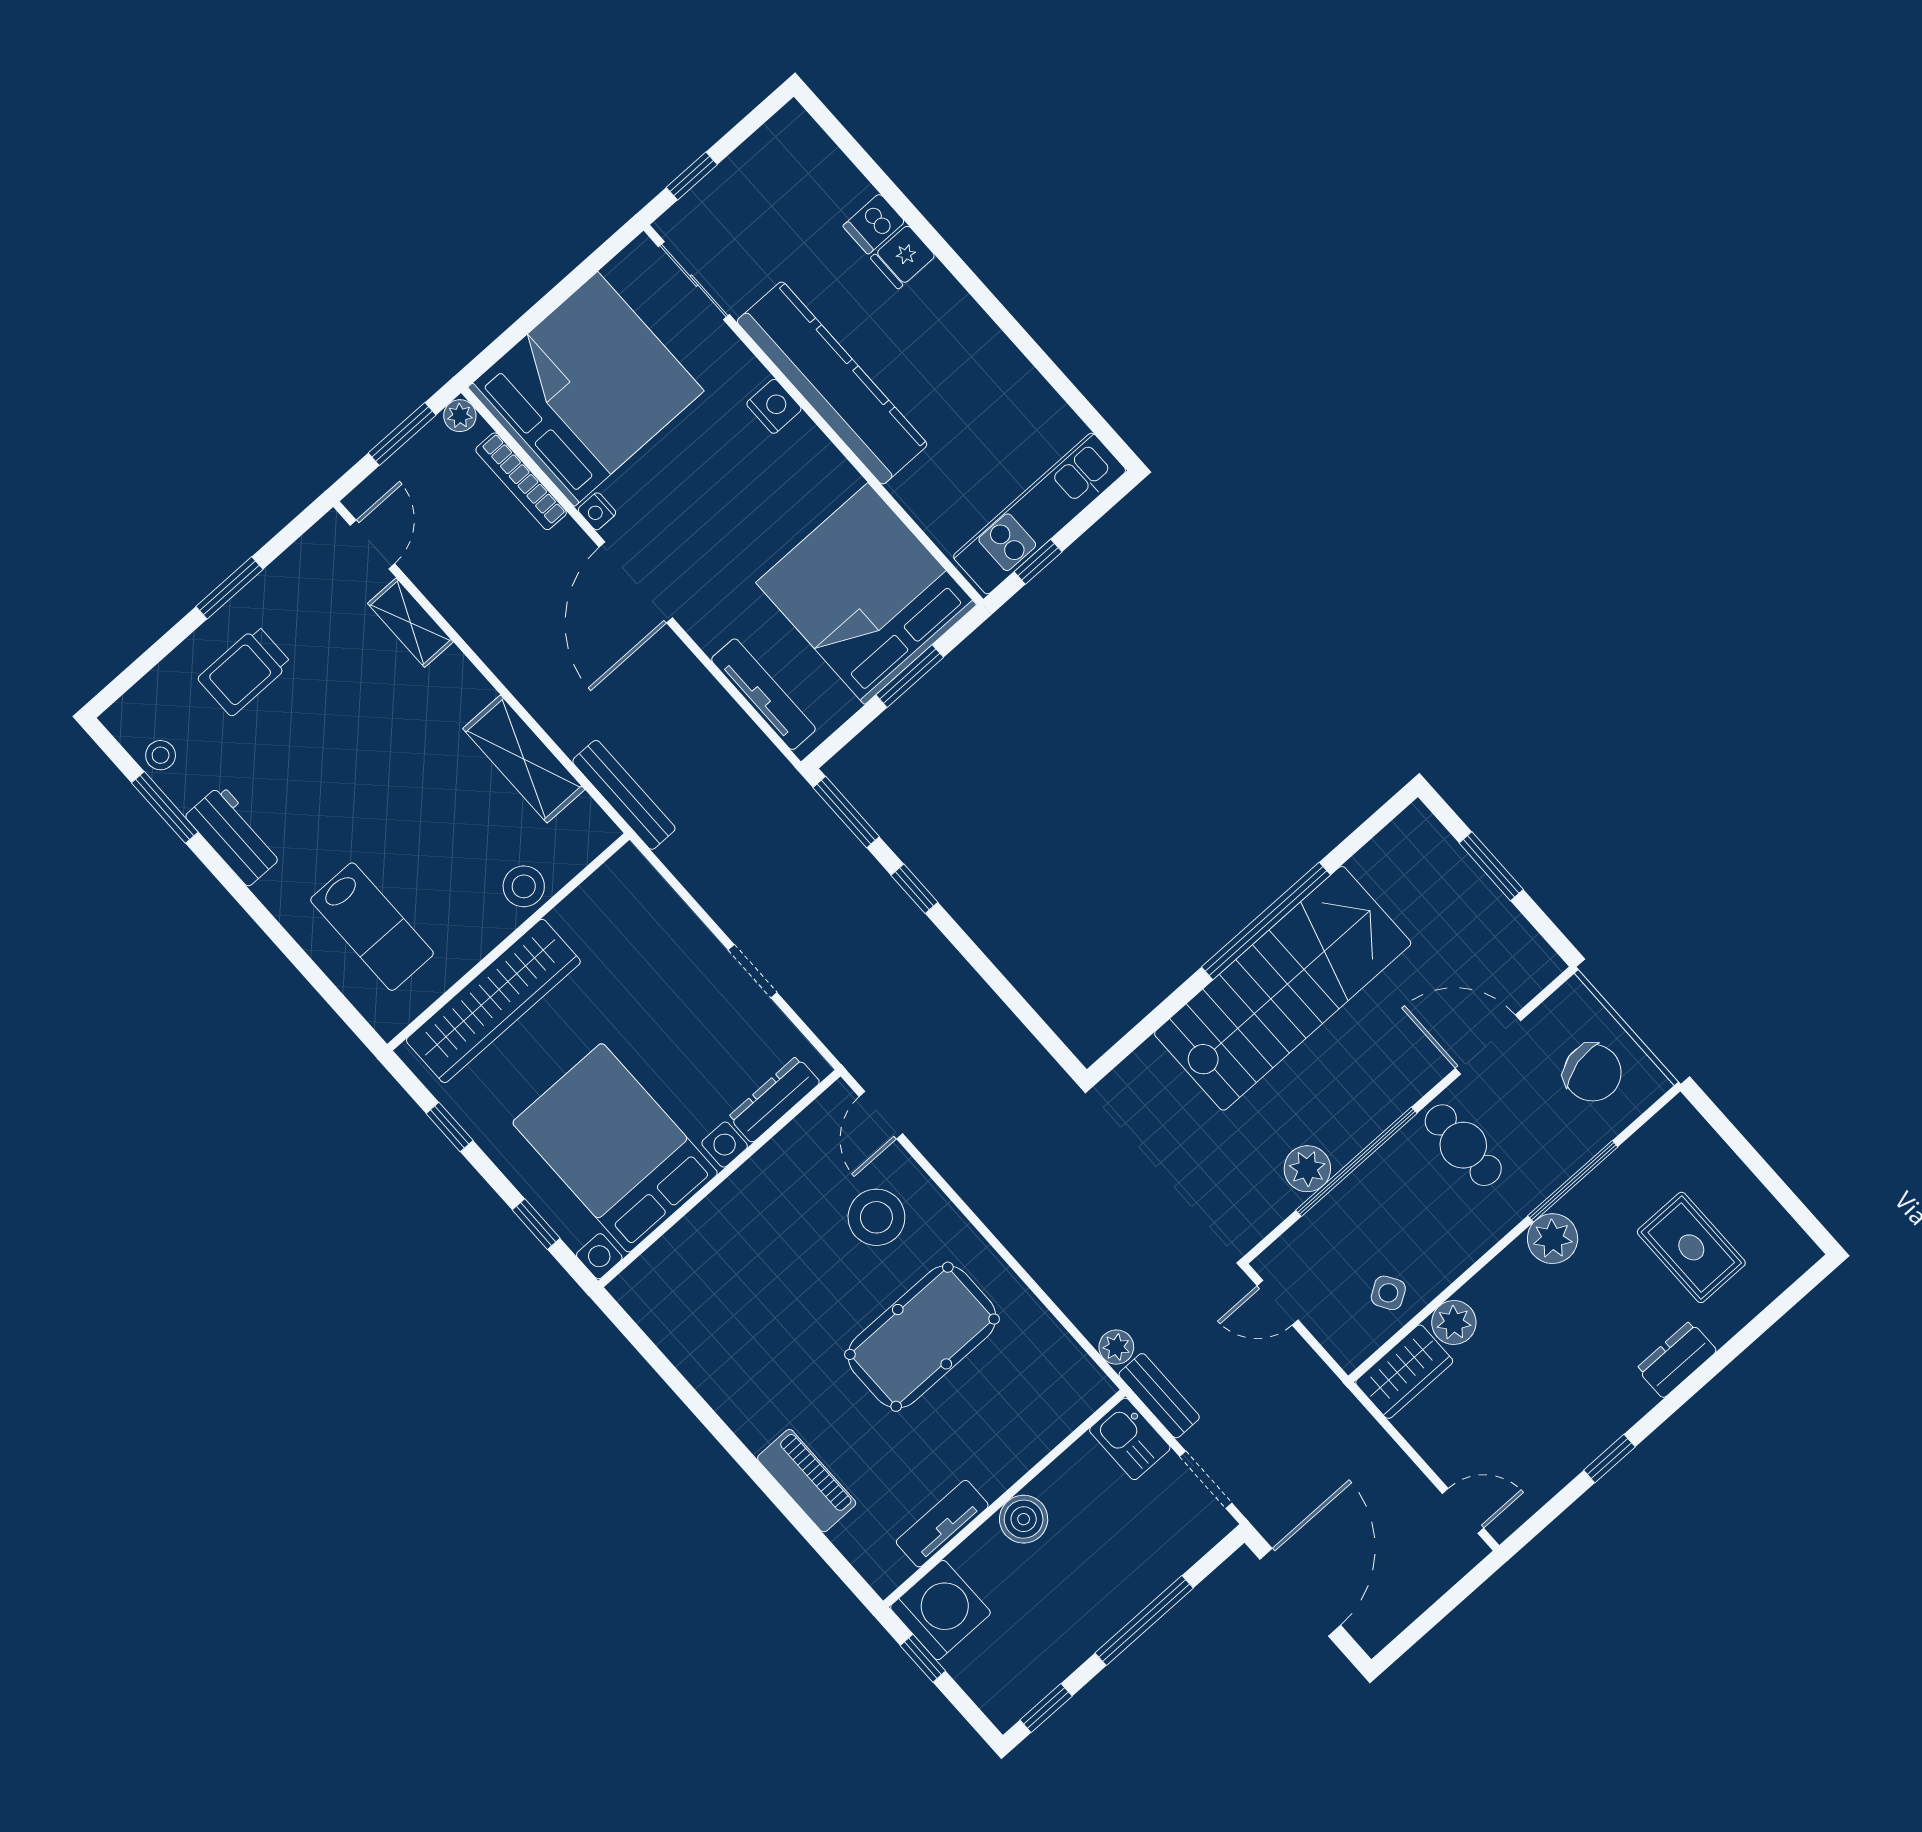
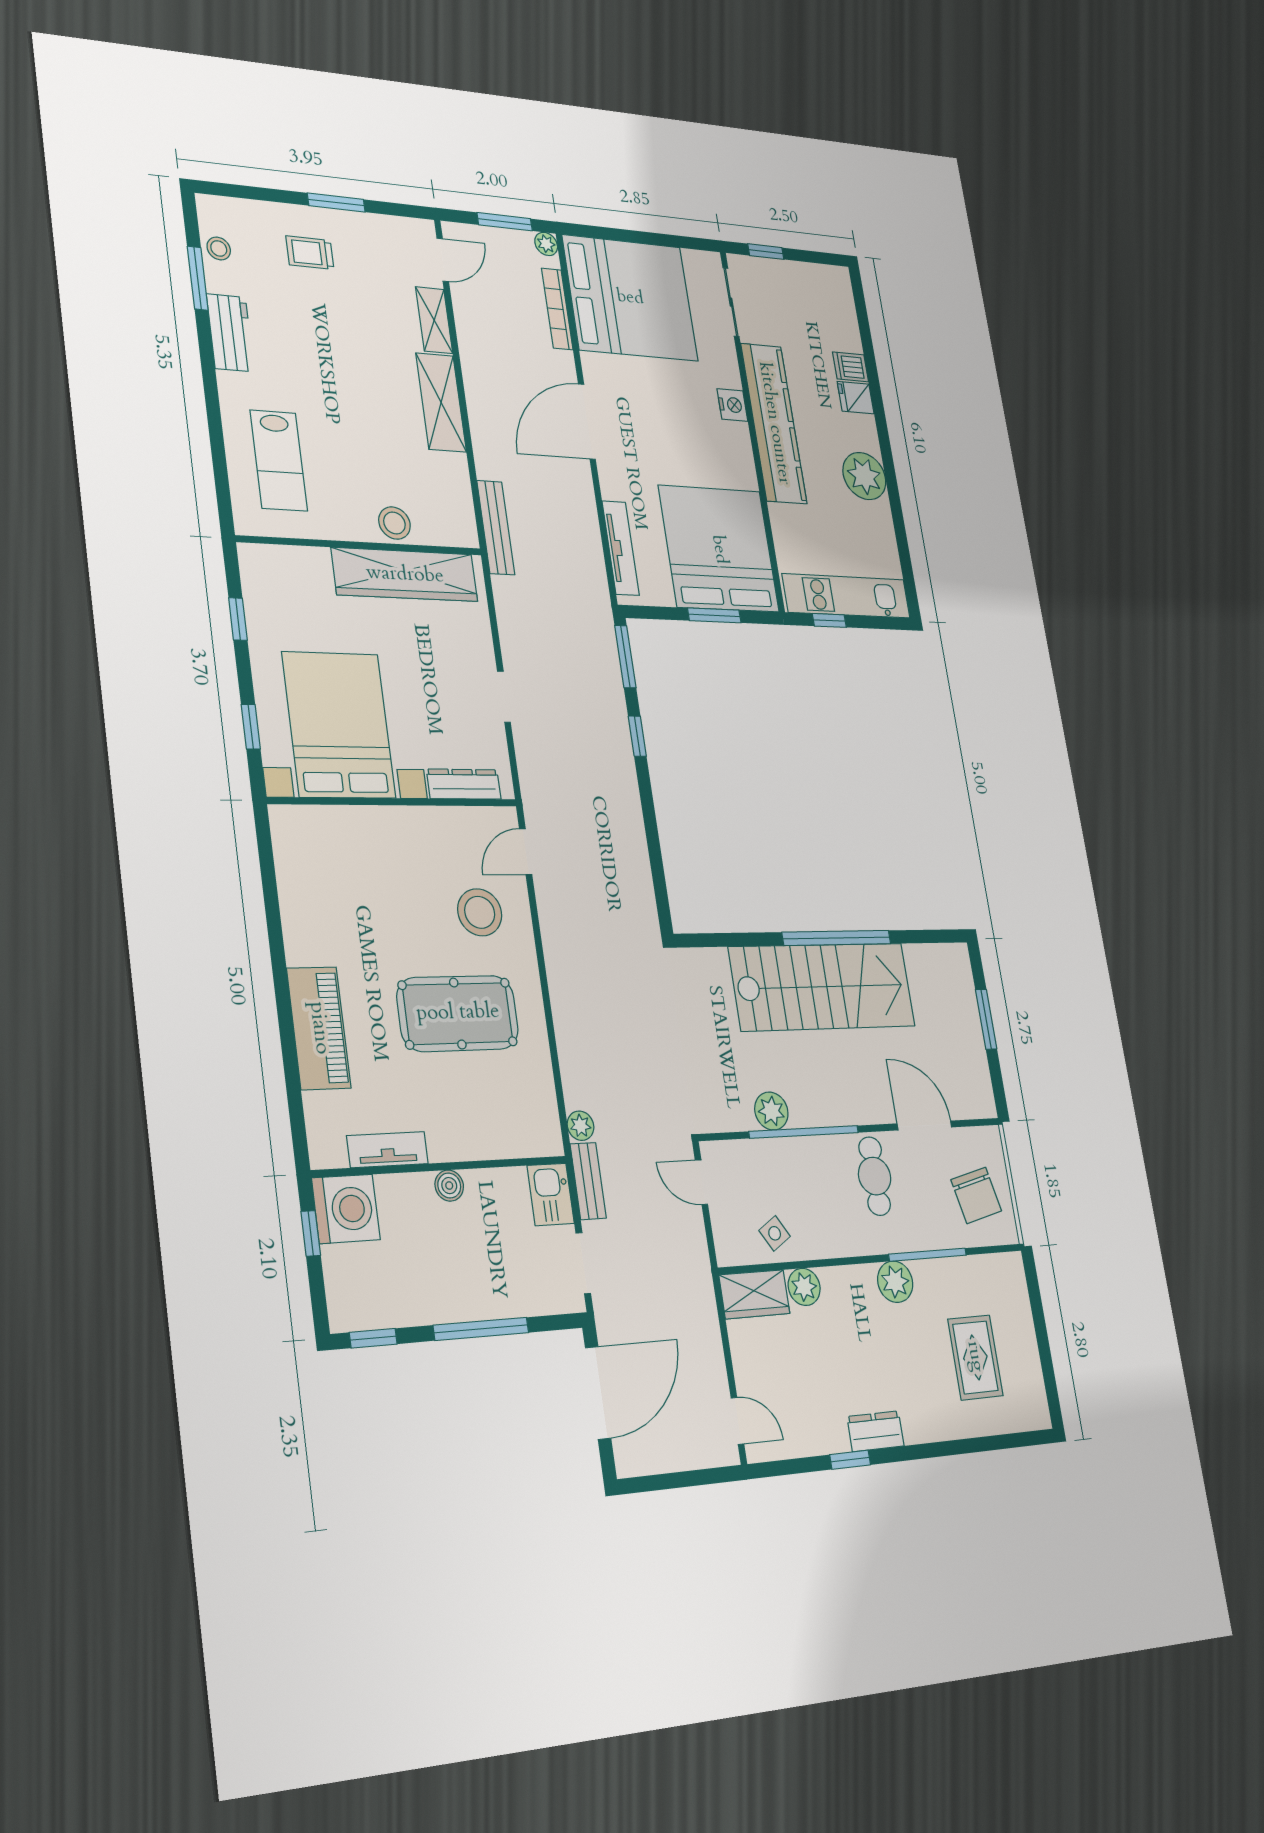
plant: (972, 346) -> (864, 476), added
nightstand: (597, 511) -> (591, 364), removed
trolley: (244, 671) -> (310, 253), width x0.73, depth x0.72
shelving: (524, 759) -> (441, 402), moved
wardrobe: (493, 1001) -> (405, 575), moved
dresser: (1677, 1360) -> (875, 1431), moved
piano: (807, 1481) -> (319, 1028), width x1.37, depth x1.33
boiler: (1024, 1519) -> (449, 1186), width x0.73, depth x0.73

